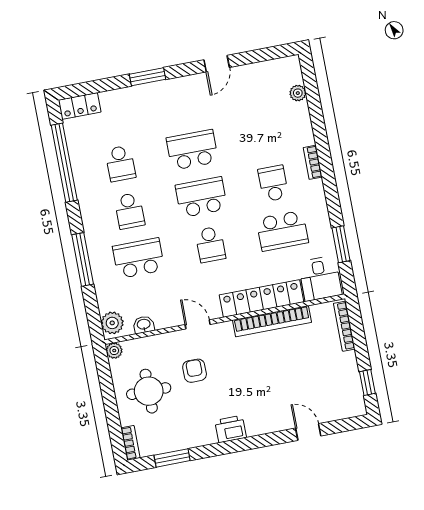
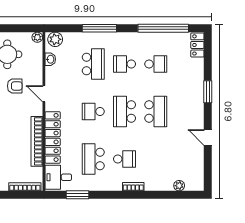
school desk: (120, 164) -> (156, 64), turned 180
school desk: (201, 197) -> (125, 111), turned 180
door: (198, 324) -> (44, 94), swing flipped

